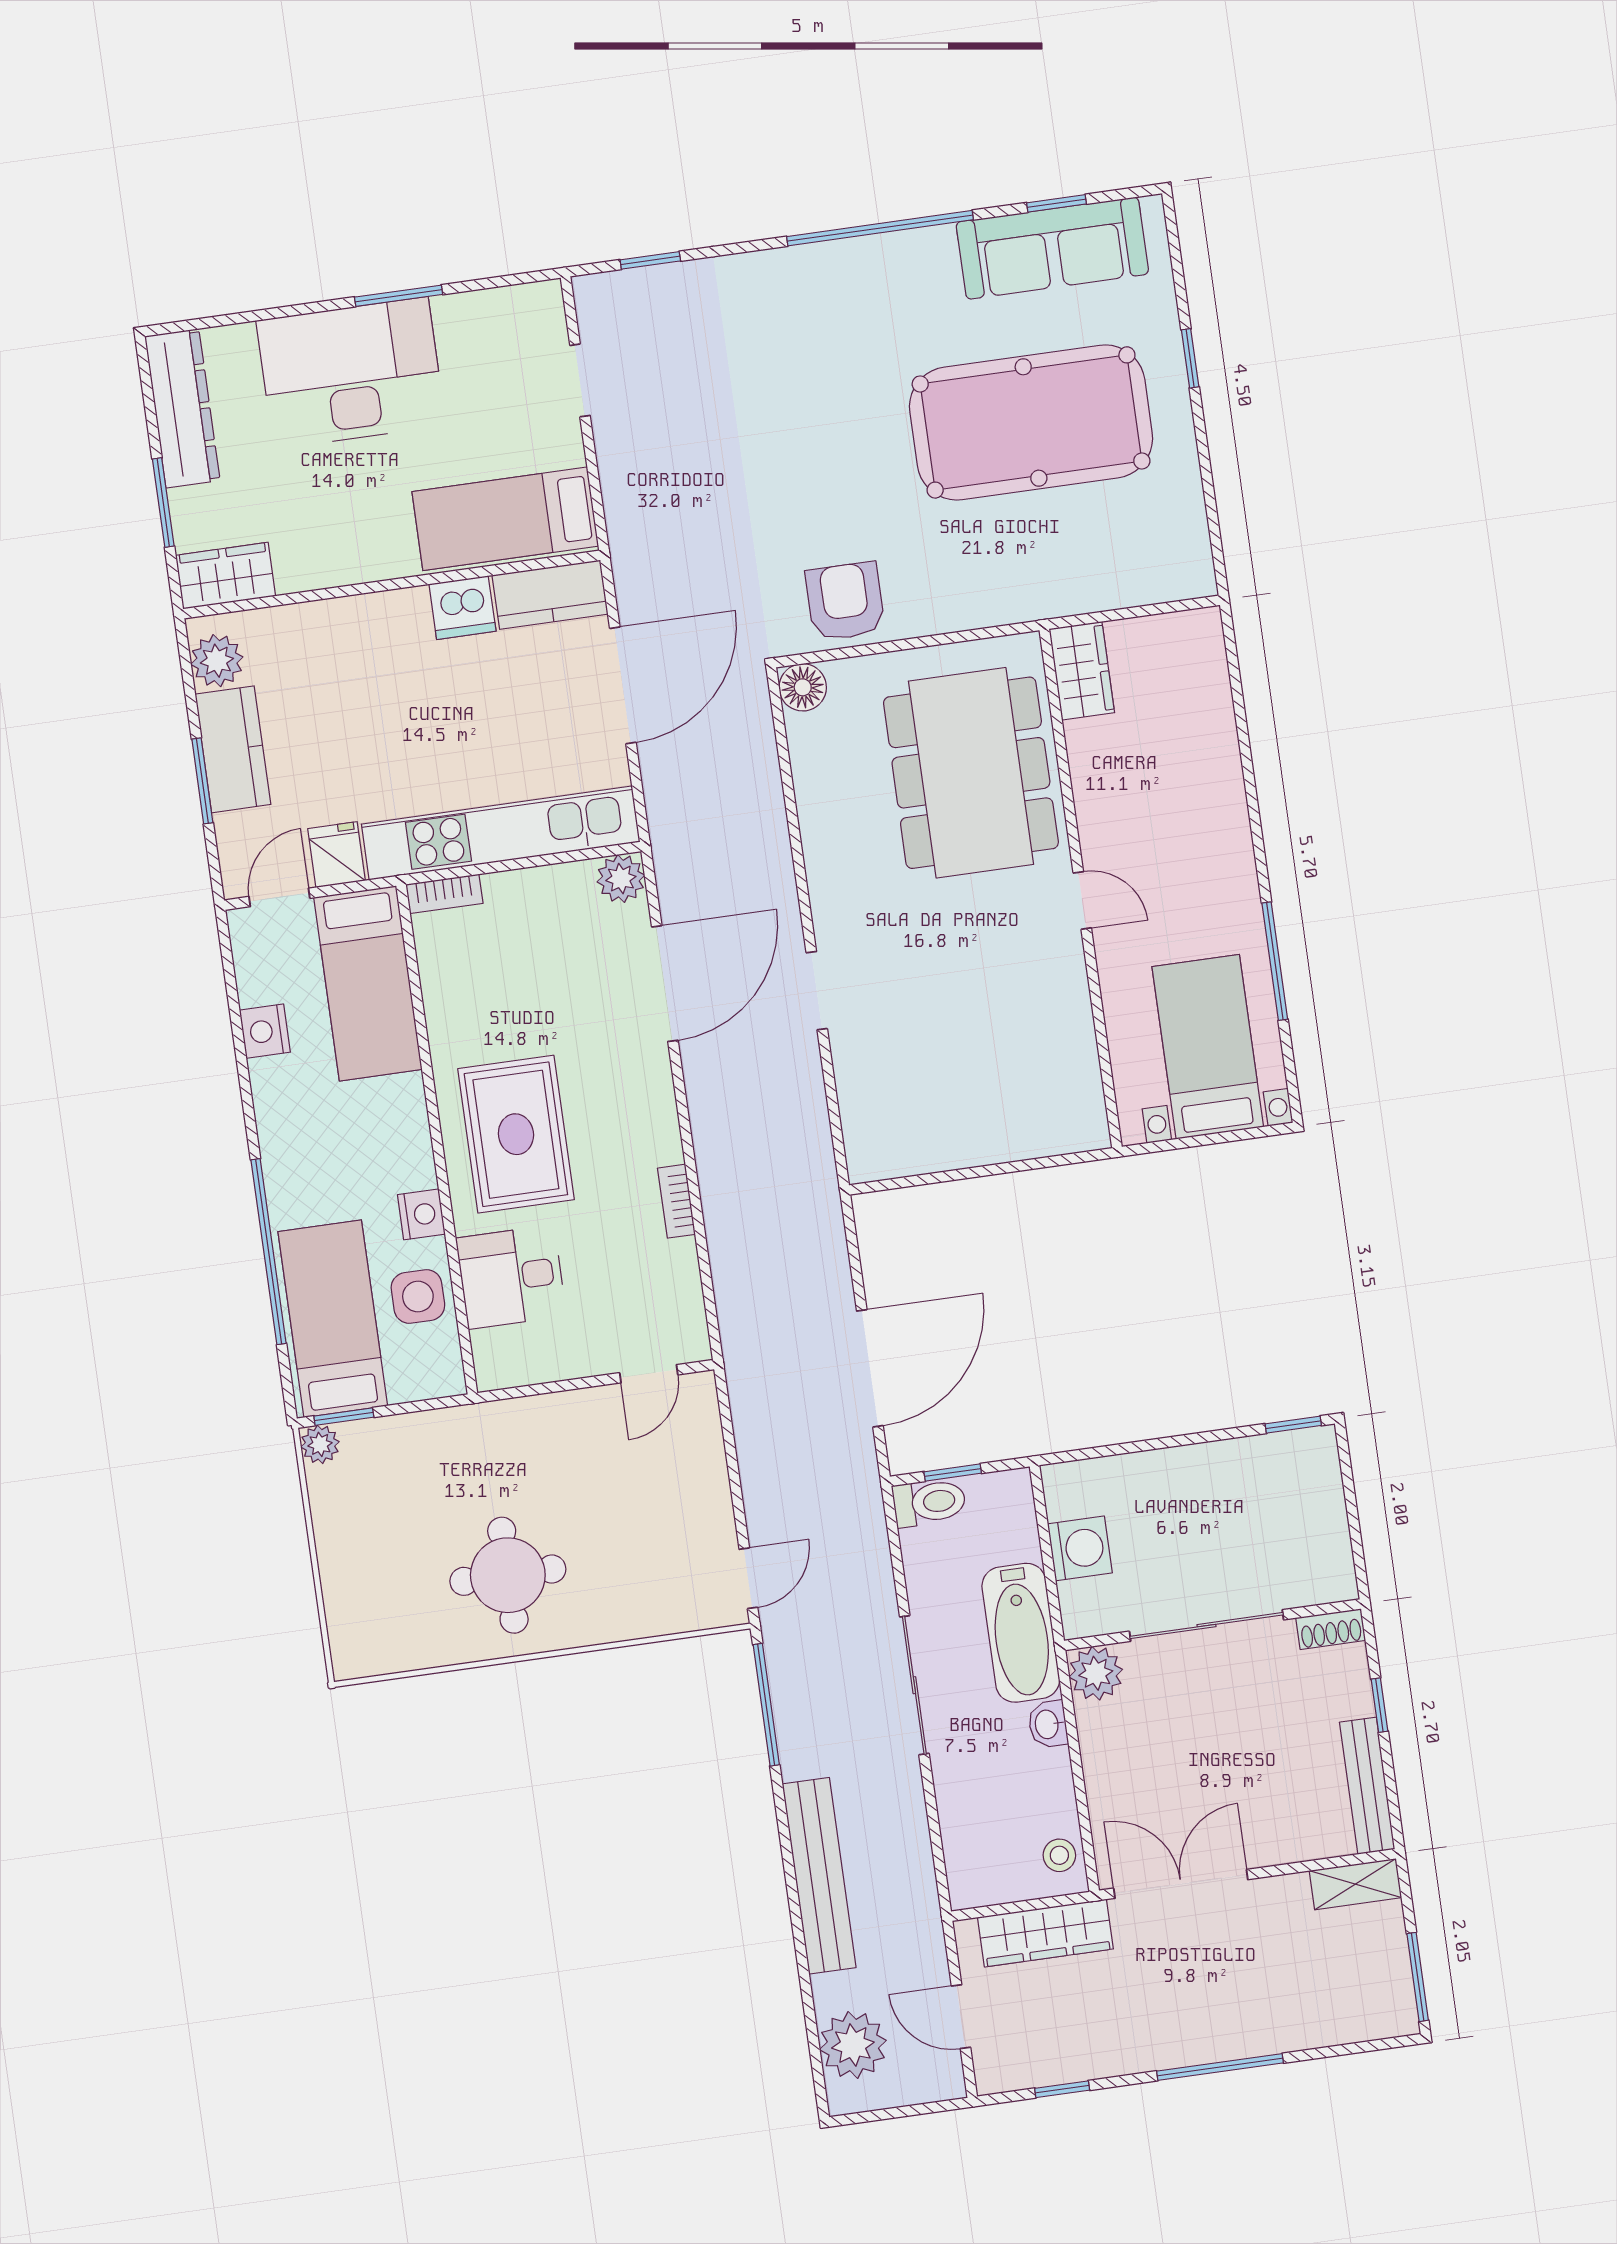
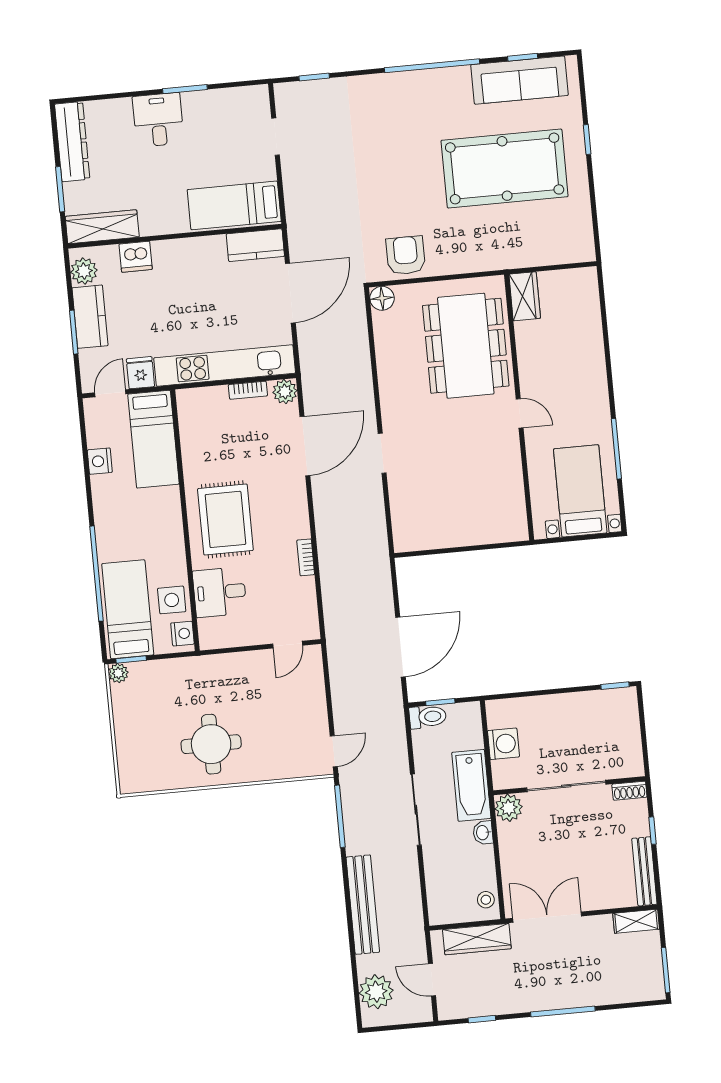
desk: (351, 373) -> (158, 120), width x0.53, depth x0.77
wardrobe: (226, 576) -> (102, 227), width x1.50
dishwasher: (462, 608) -> (136, 257), moved
bookcase: (444, 894) -> (248, 390), moved
nightstand: (421, 1214) -> (182, 634), moved

